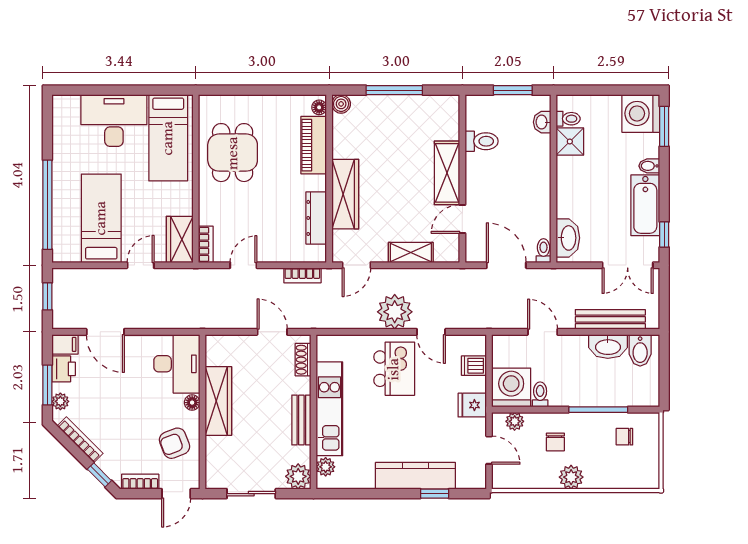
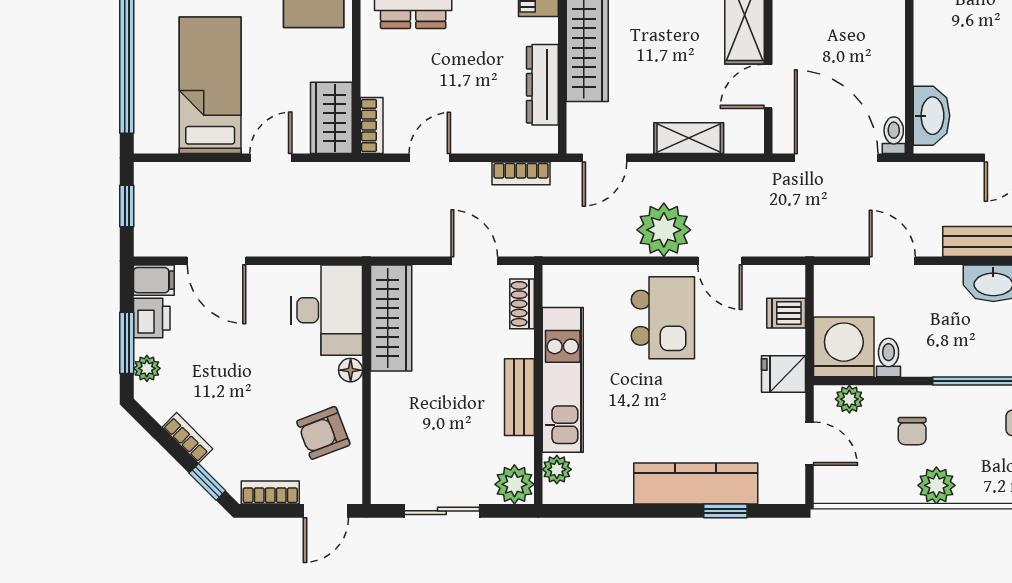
door: (506, 265) -> (836, 158), width x1.36
wardrobe: (218, 401) -> (391, 318), moved
bookcase: (80, 440) -> (188, 438), width x0.64

